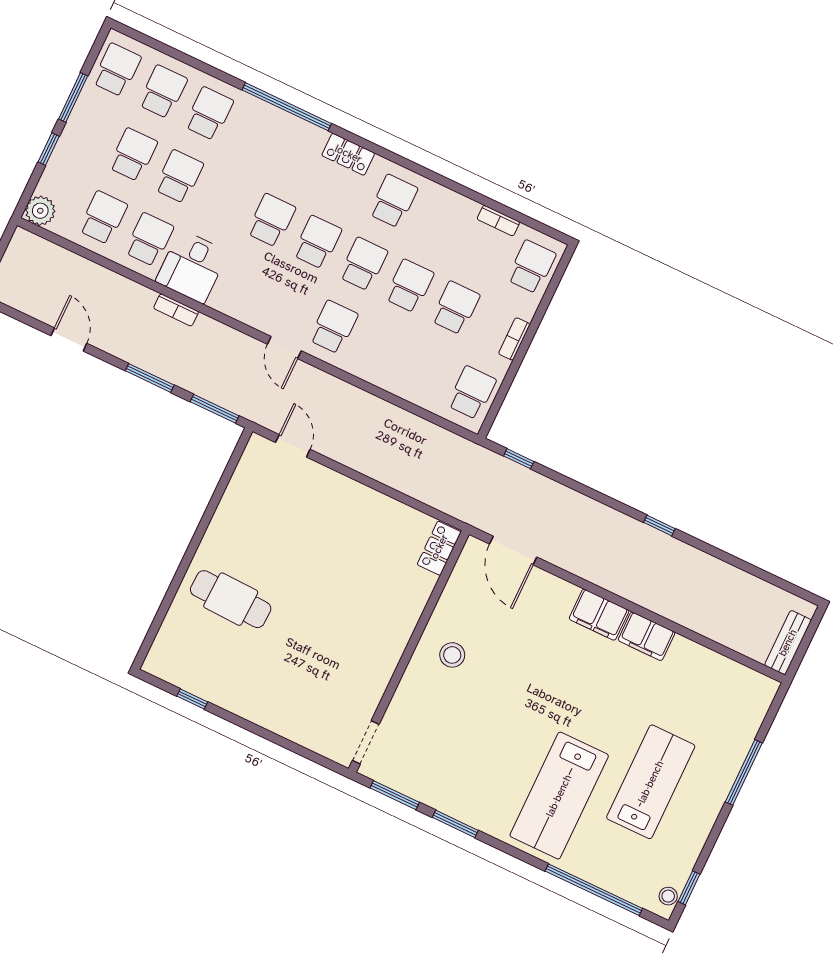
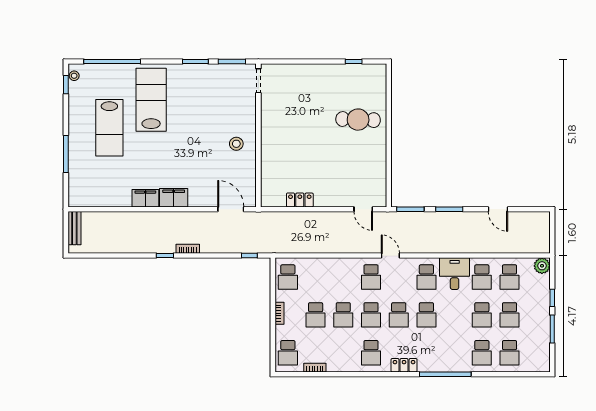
school desk: (117, 70) -> (426, 277), moved
bookcase: (176, 310) -> (188, 249), moved
locker: (439, 548) -> (300, 200), moved, turned -90

